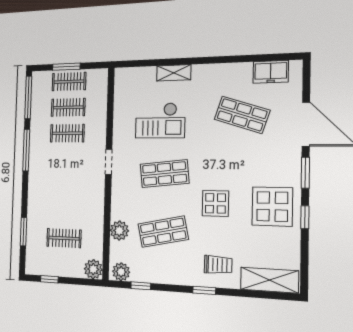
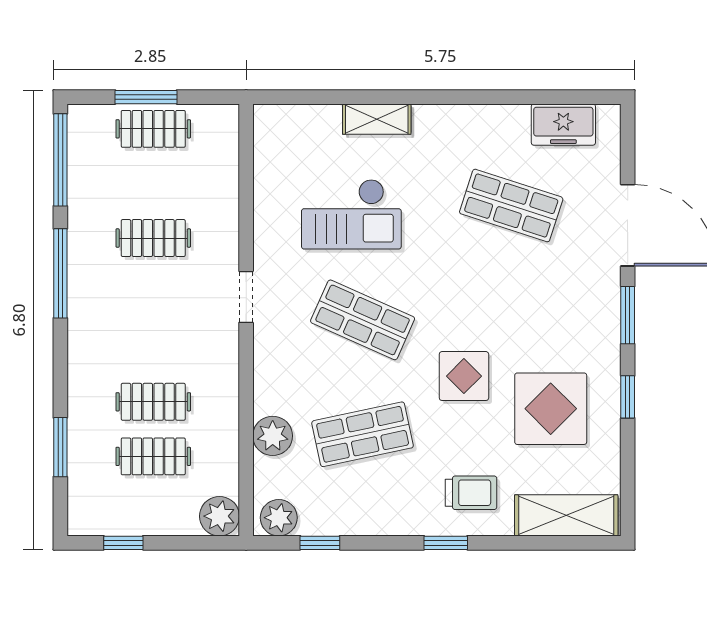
clothes rail: (68, 107) -> (153, 402), moved
shop shelf: (164, 174) -> (363, 320), turned 30
display table: (272, 206) -> (551, 409), moved

